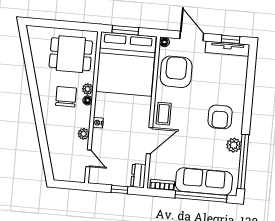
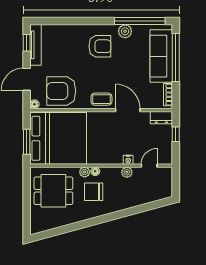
dining table: (71, 54) -> (53, 191), turned 90
nightstand: (98, 123) -> (128, 160), moved

